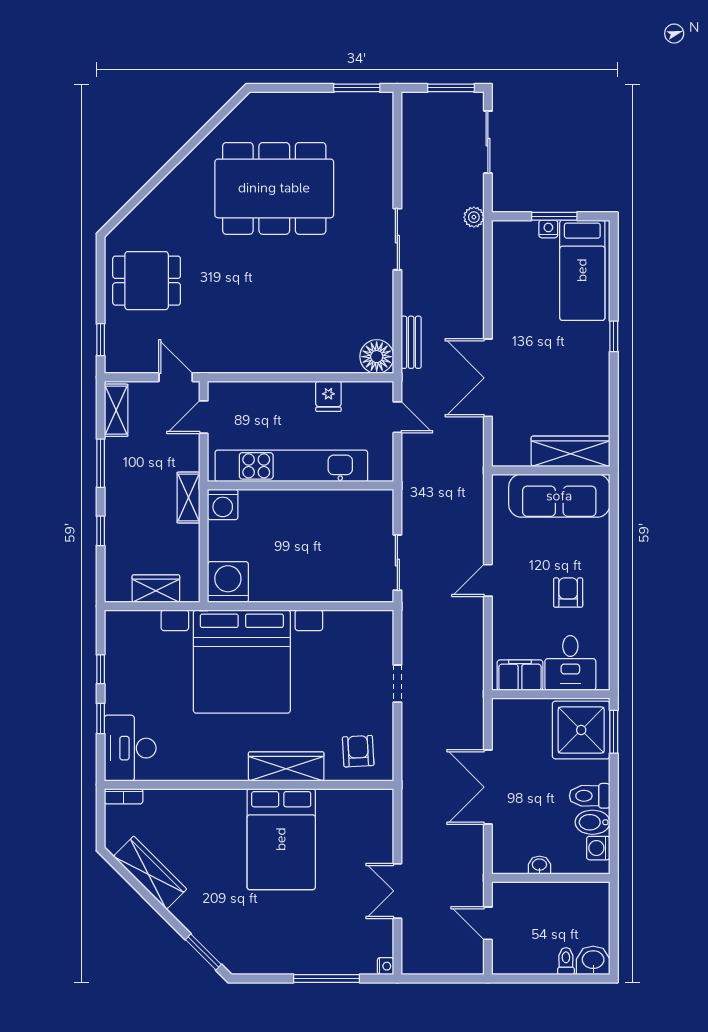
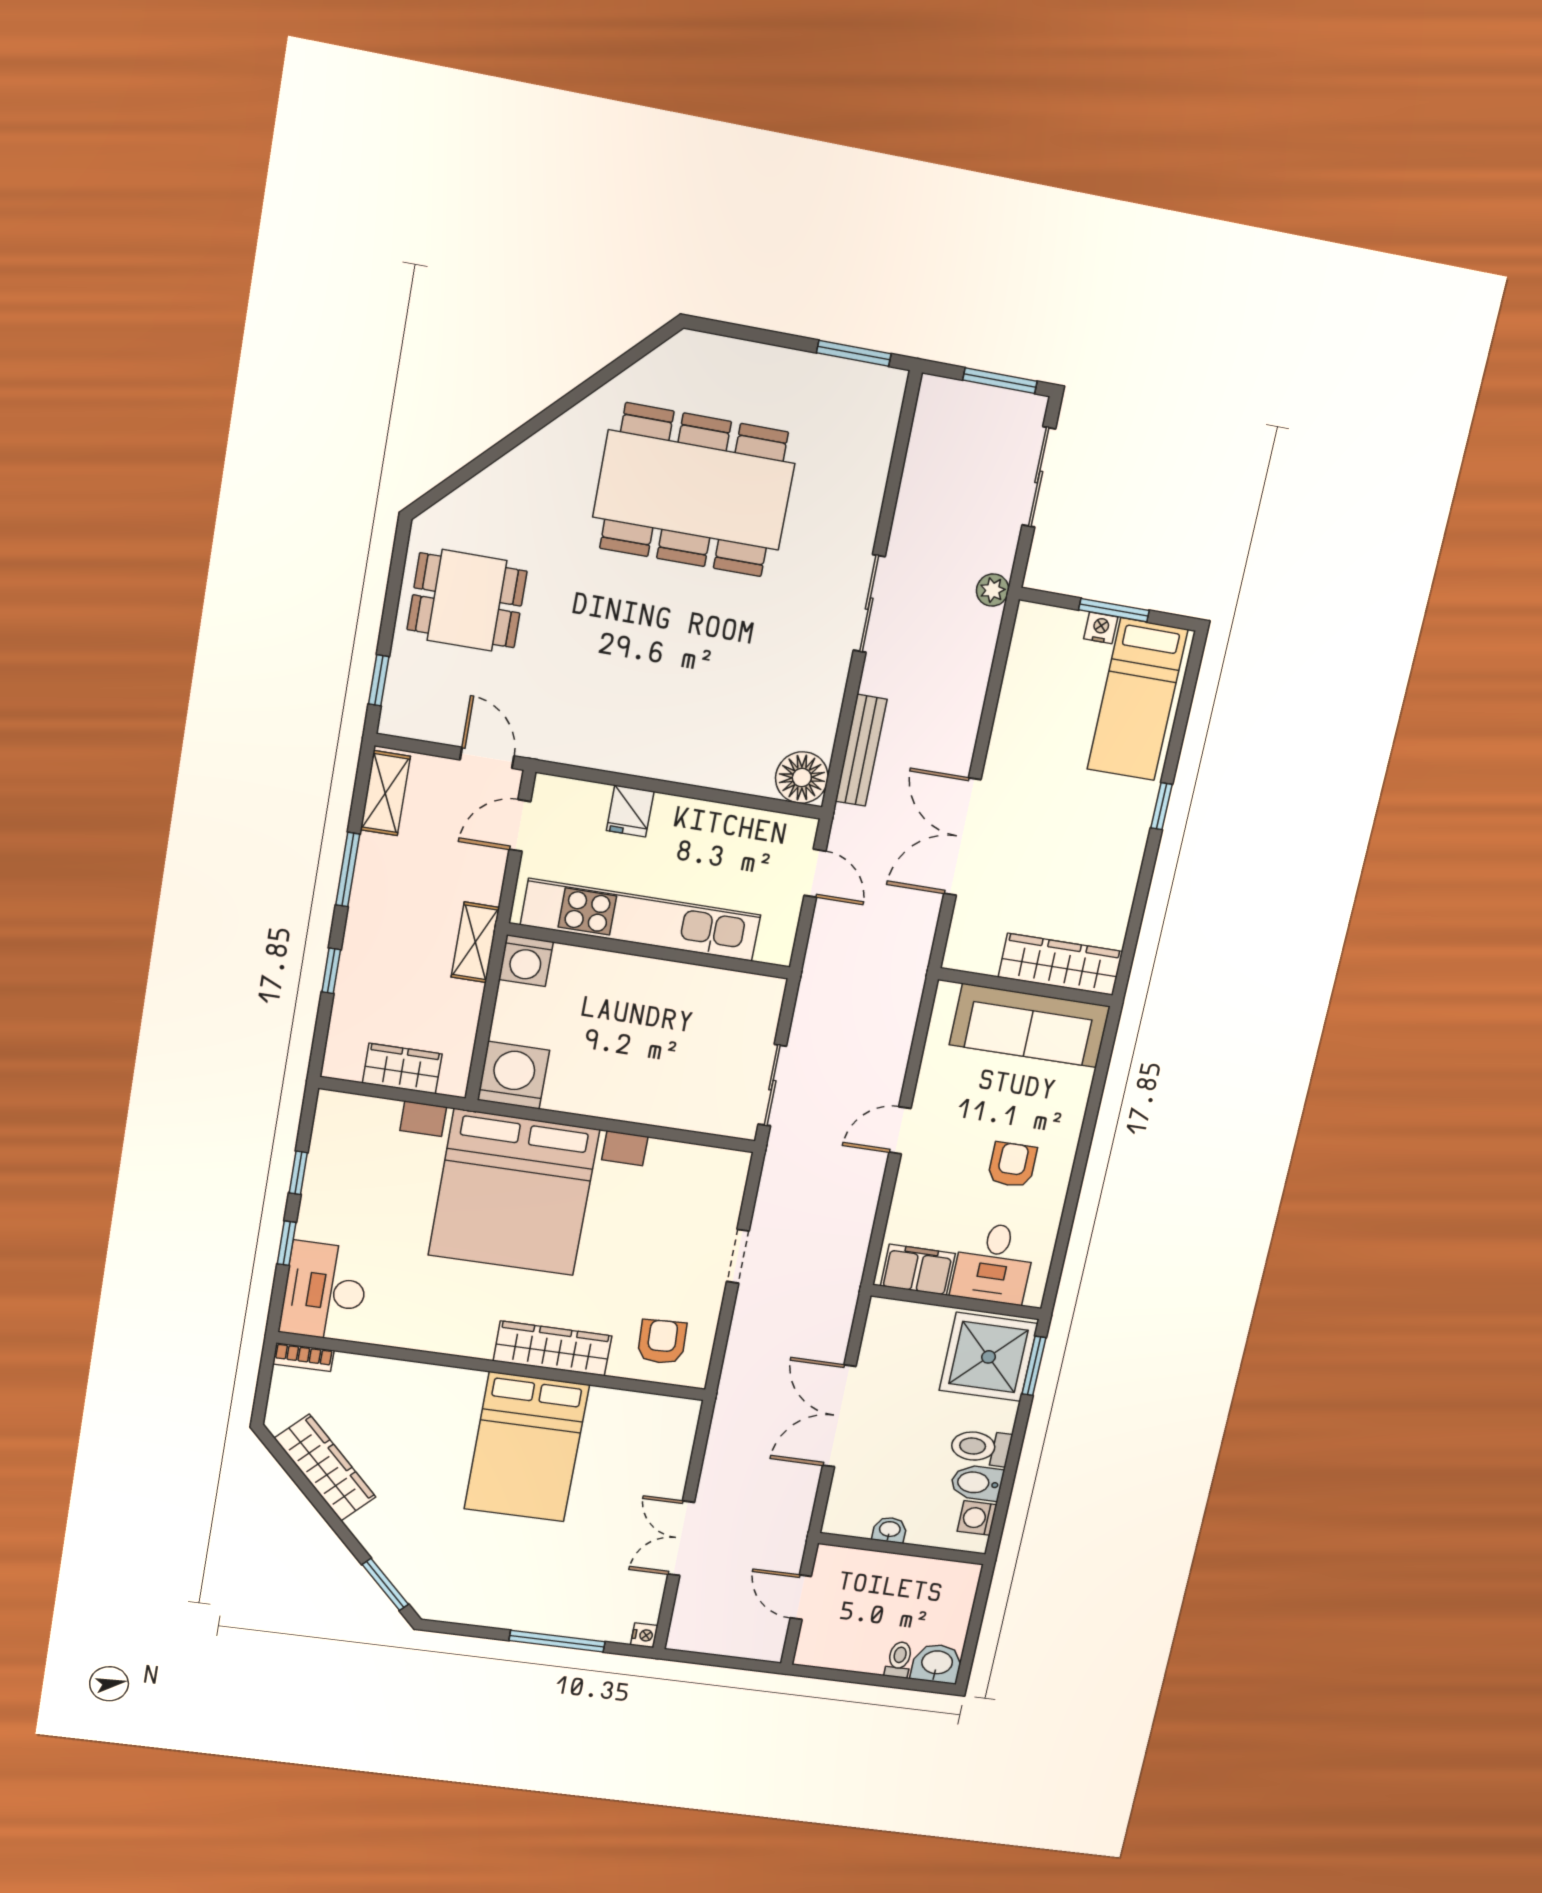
bench: (411, 342) -> (861, 750), width x1.36
fridge: (328, 396) -> (630, 811), moved

